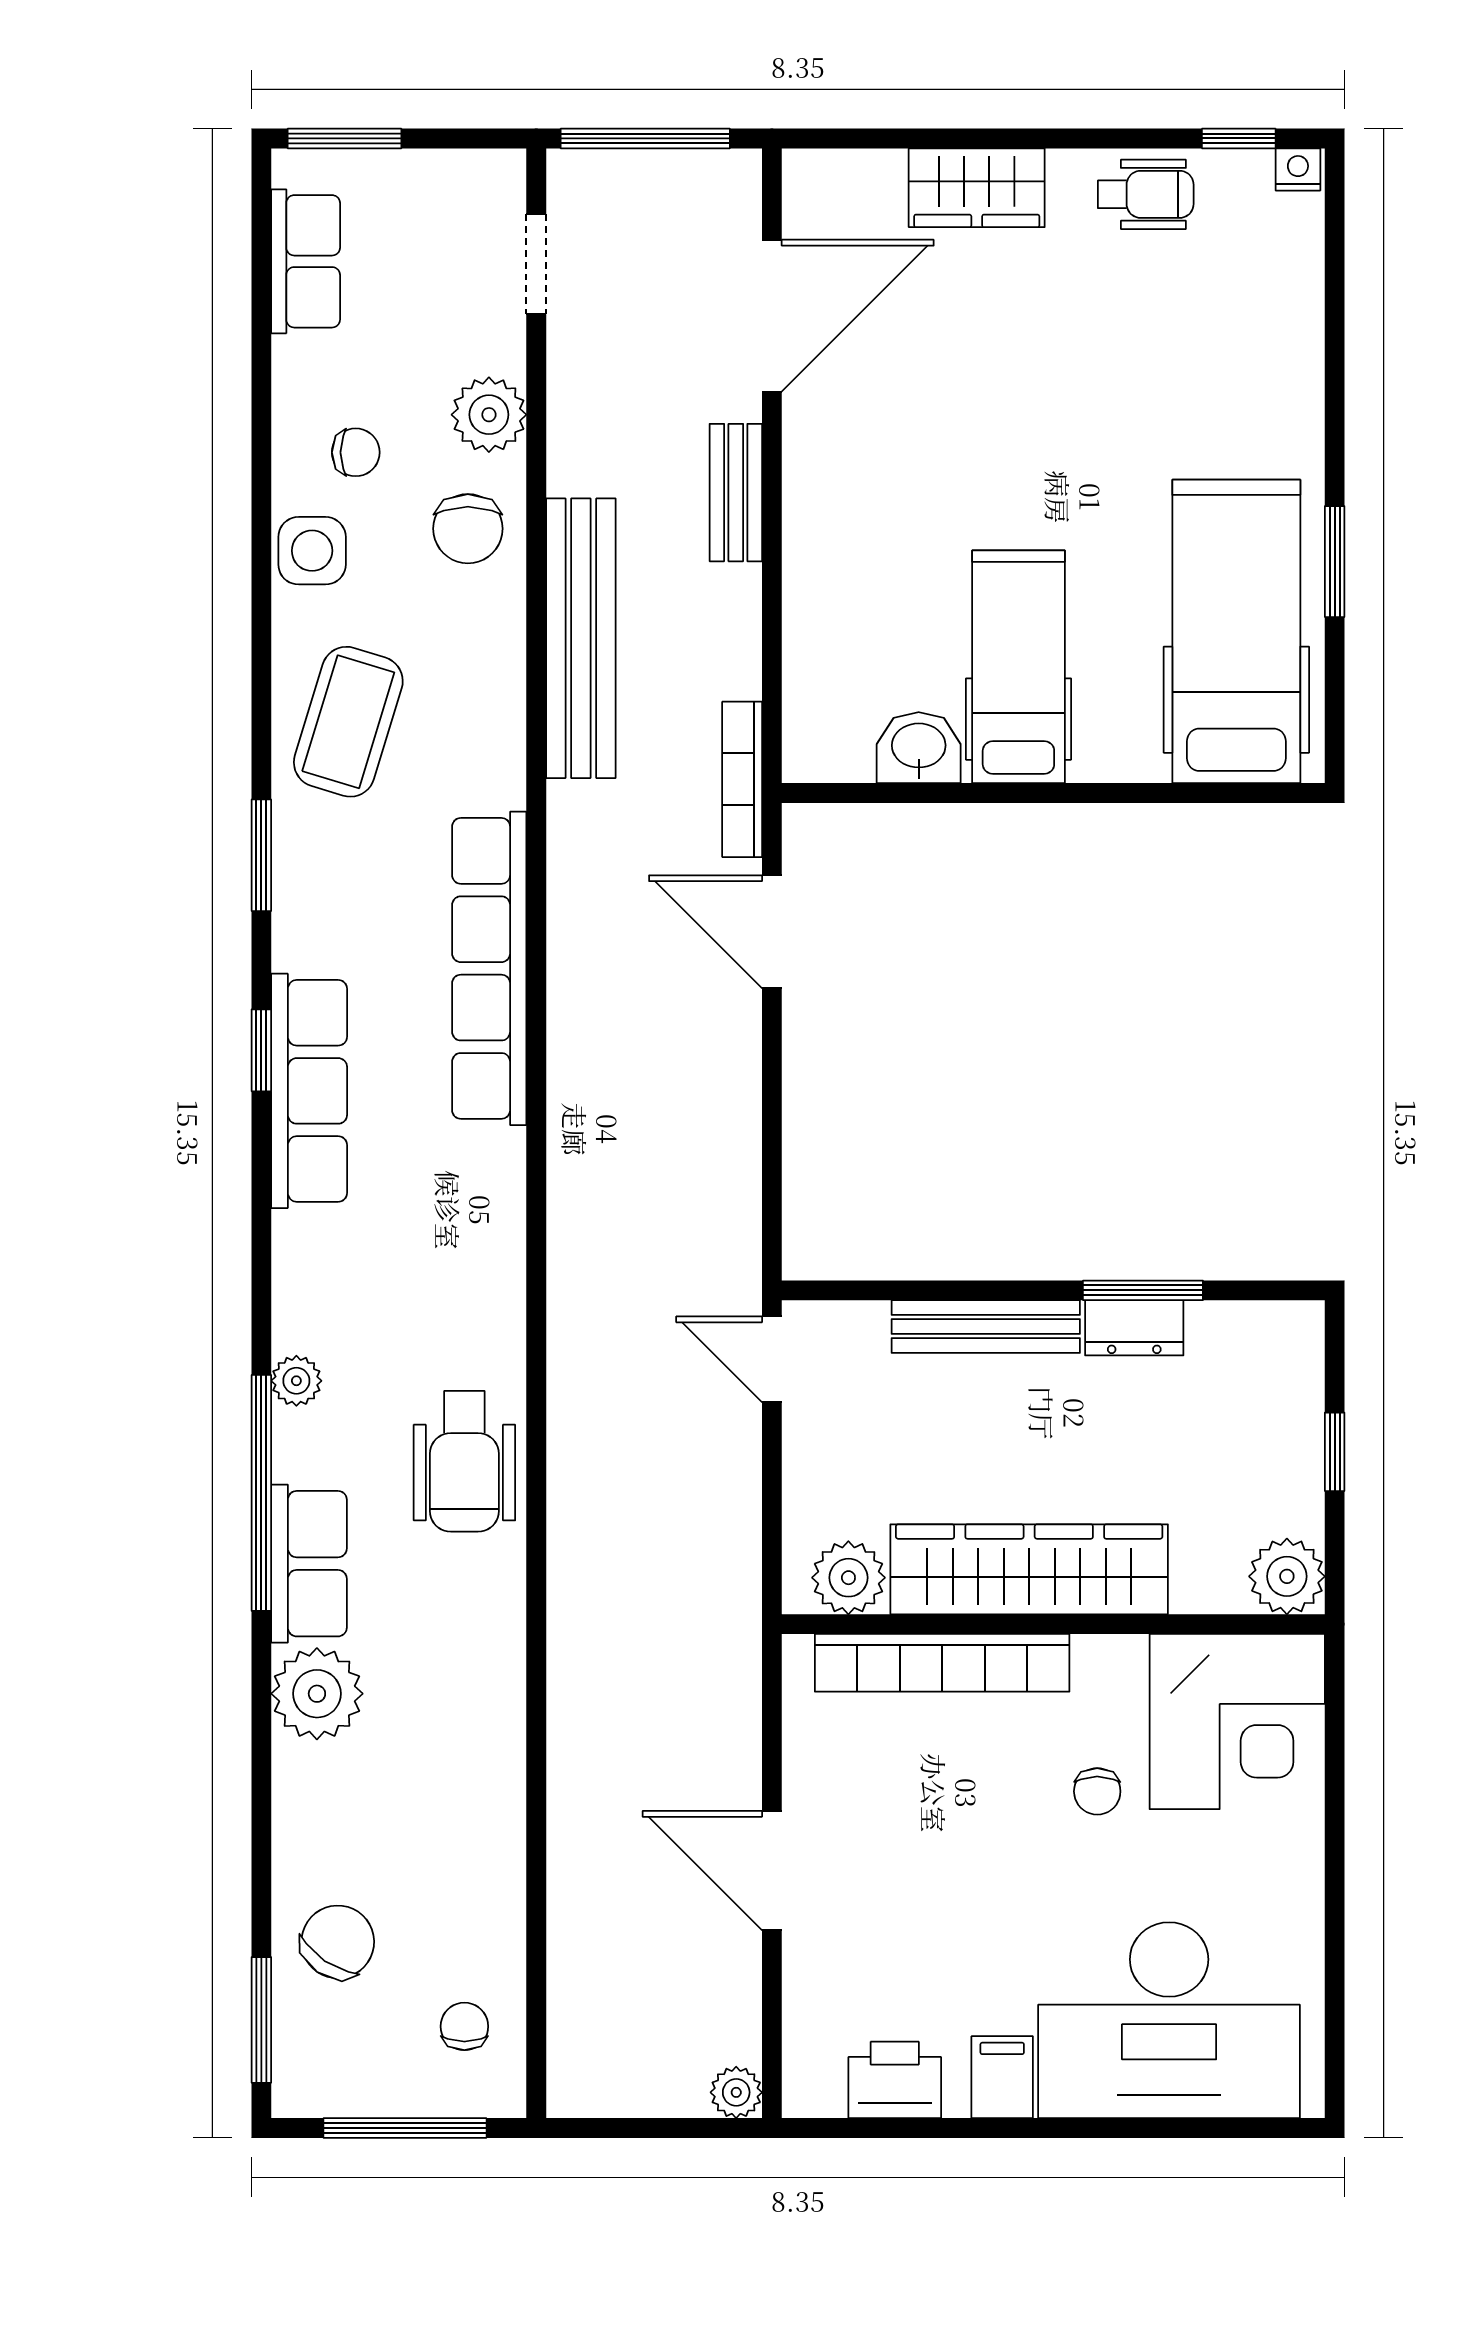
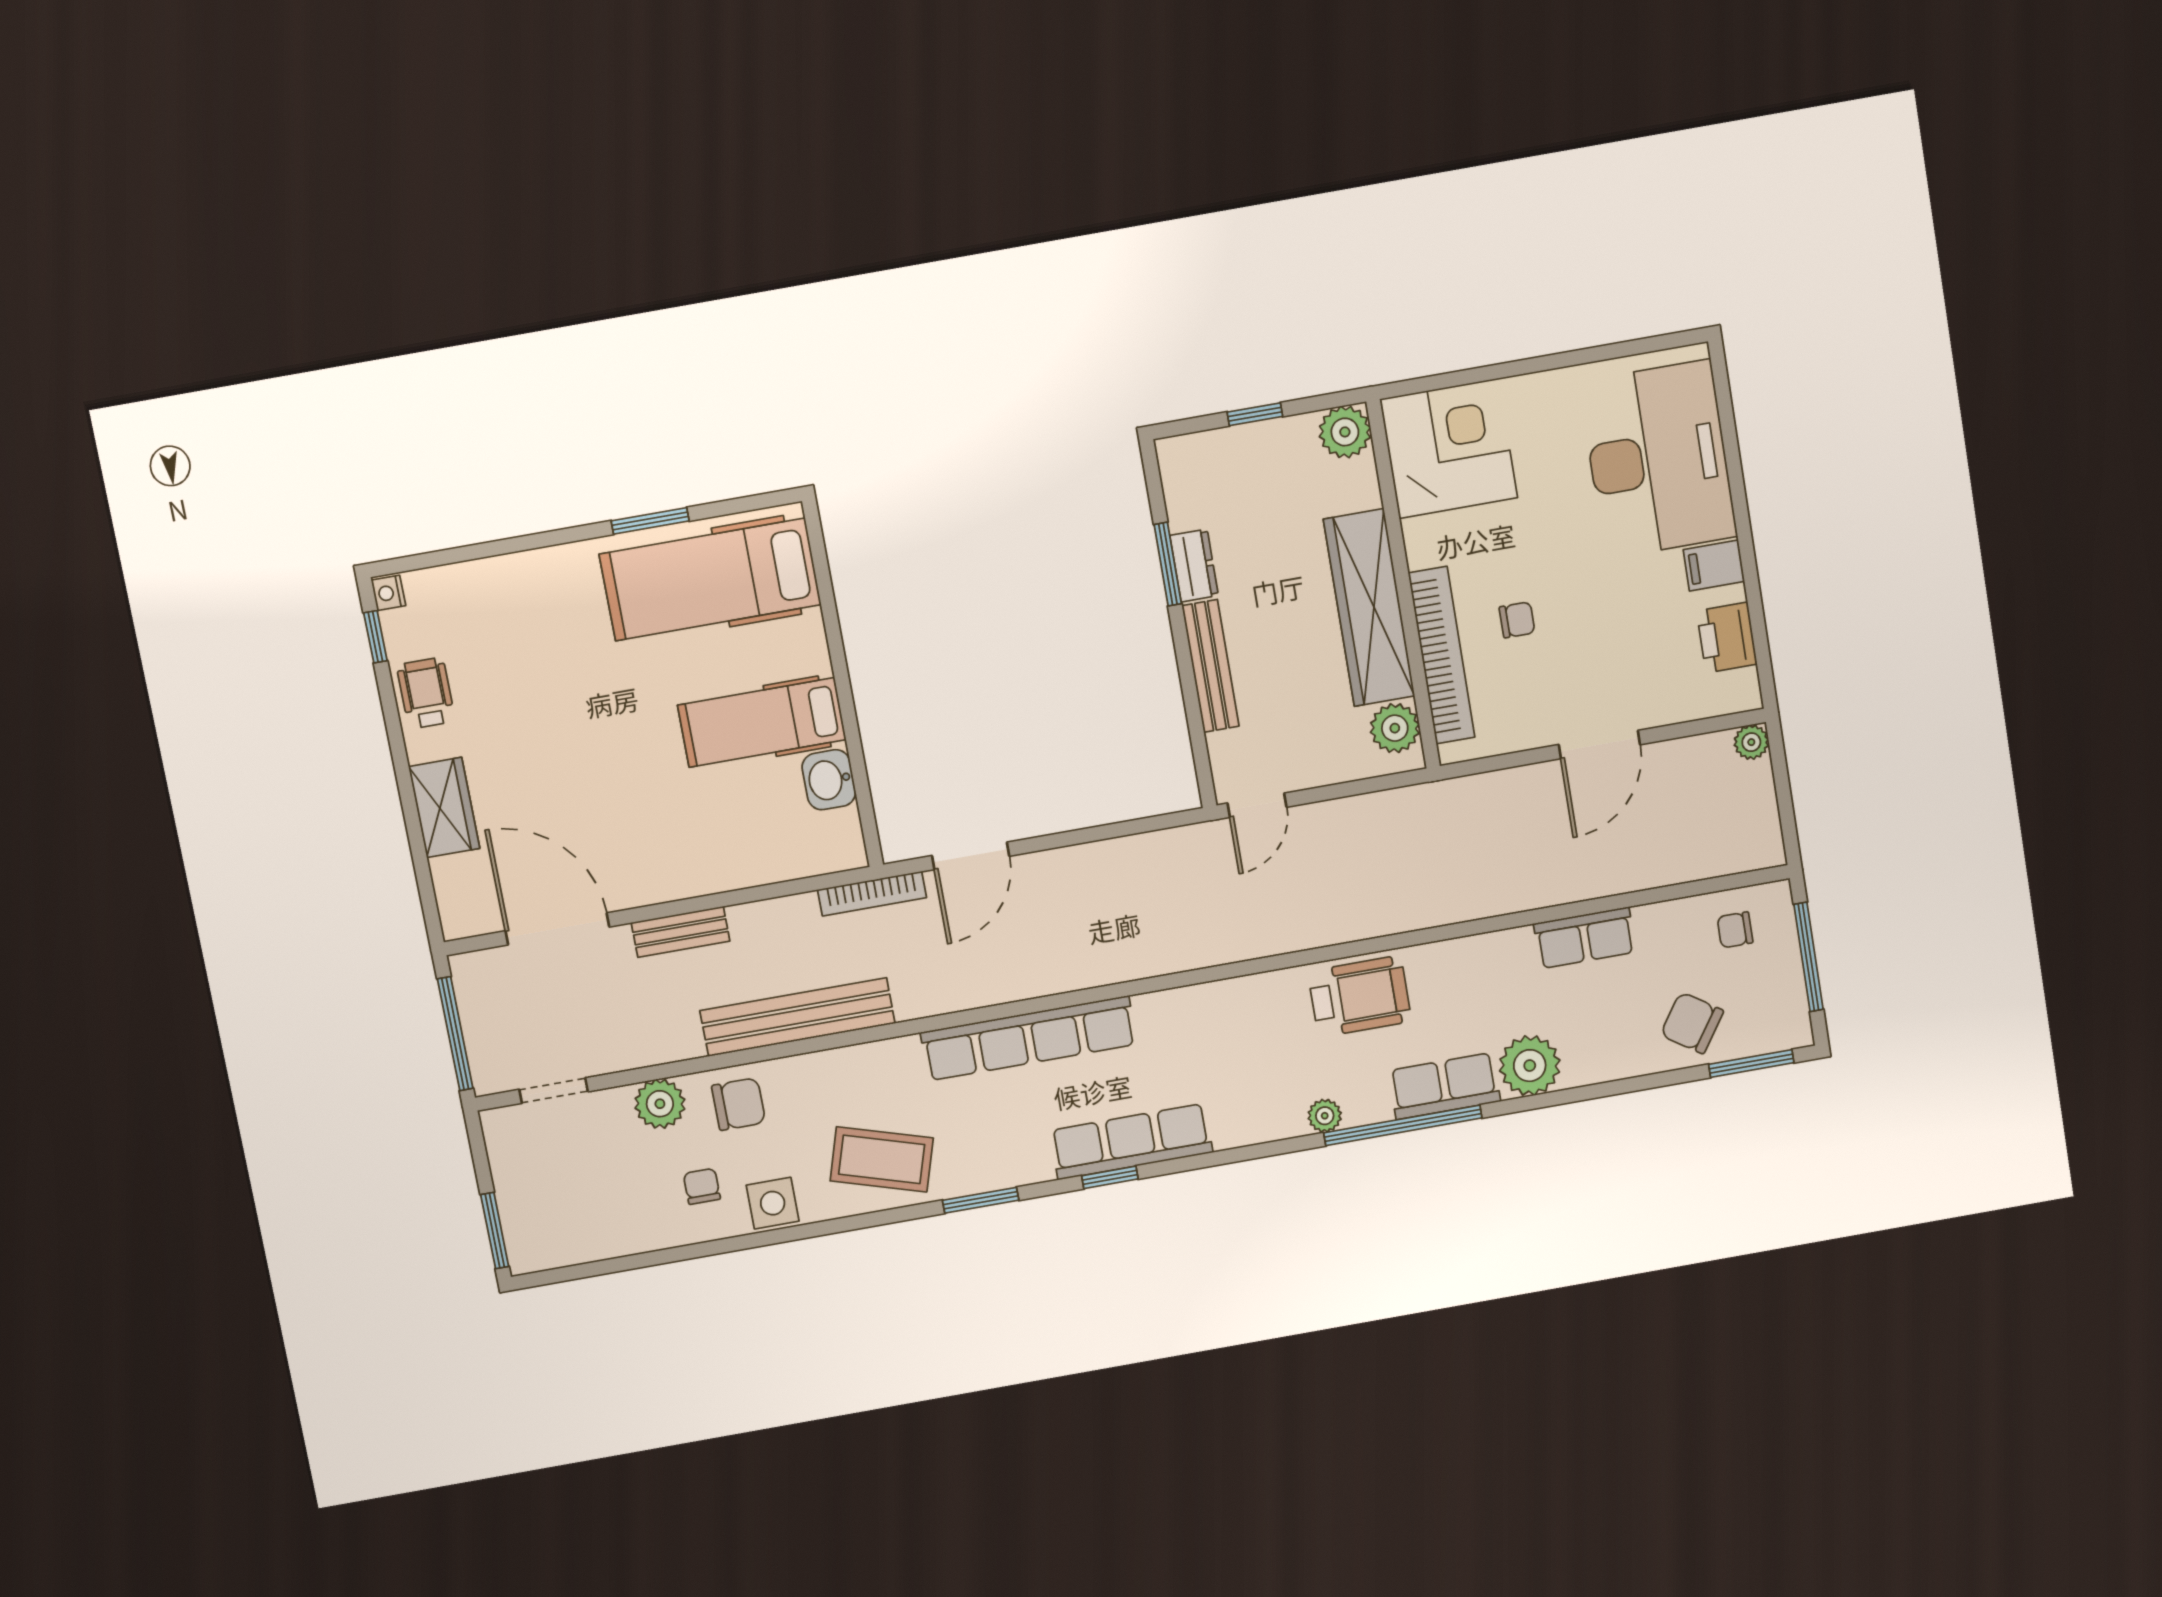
row of seats: (306, 261) -> (1585, 938), moved, turned 180
chair: (1097, 1791) -> (1517, 620), moved

